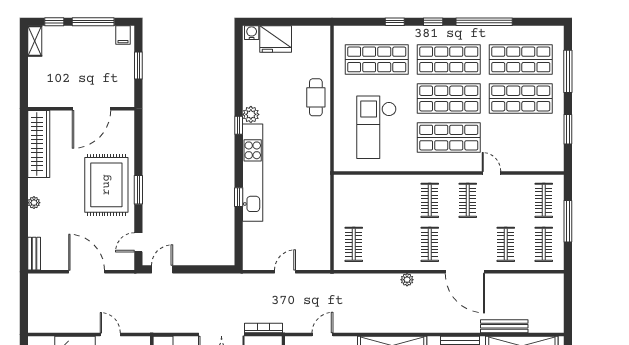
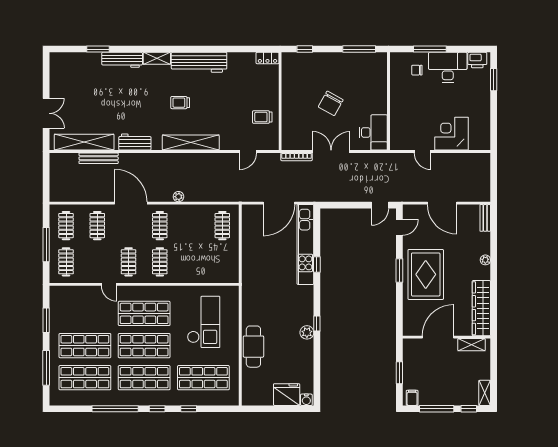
cafe table: (316, 97) -> (253, 347), width x1.37, depth x1.35
shelving: (51, 100) -> (471, 345), added
kitchen unit: (253, 173) -> (305, 244), moved
door: (285, 272) -> (279, 203), width x1.88

